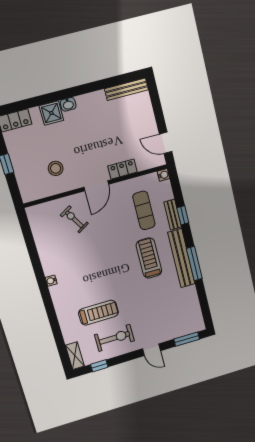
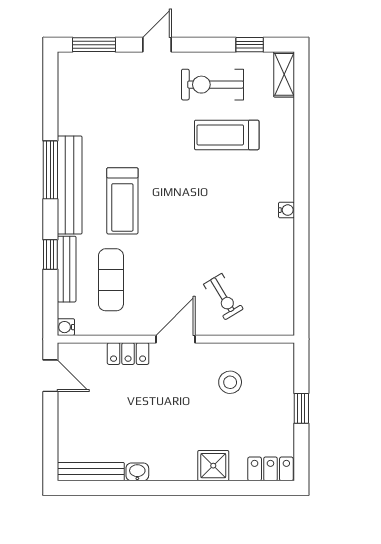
washbasin: (68, 104) -> (137, 472), moved
bench: (173, 215) -> (67, 269), width x1.36
door: (152, 350) -> (157, 45), hinge flipped

